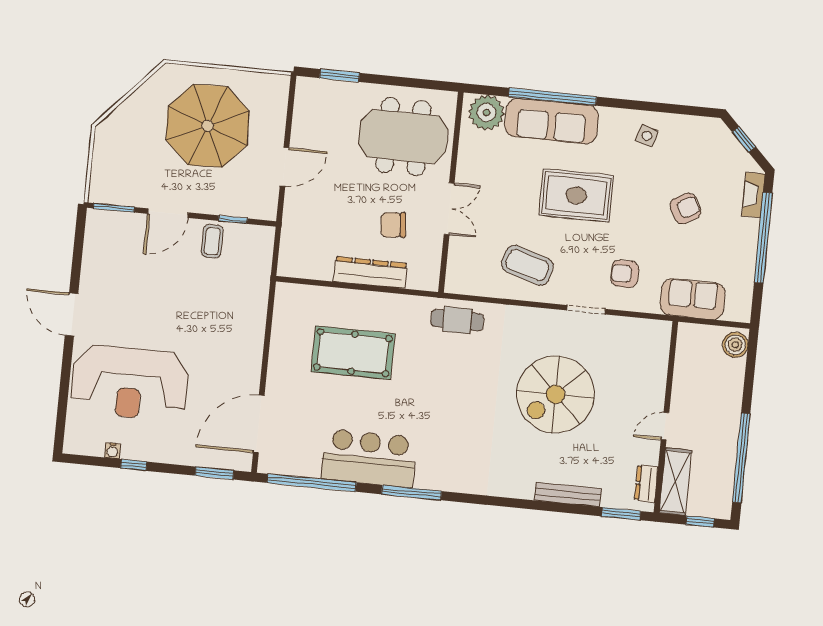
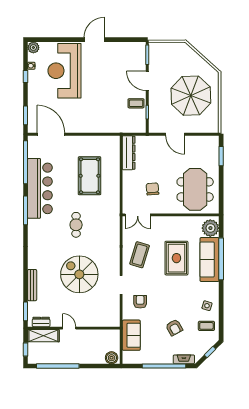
coffee table: (689, 141) -> (206, 326), added
rug: (576, 195) -> (176, 258), moved
double door: (449, 209) -> (138, 215), moved
dresser: (370, 273) -> (129, 153), moved
cafe table: (457, 320) -> (76, 225), moved
plant: (75, 443) -> (33, 48), added
bar counter: (369, 458) -> (40, 188), width x1.36

